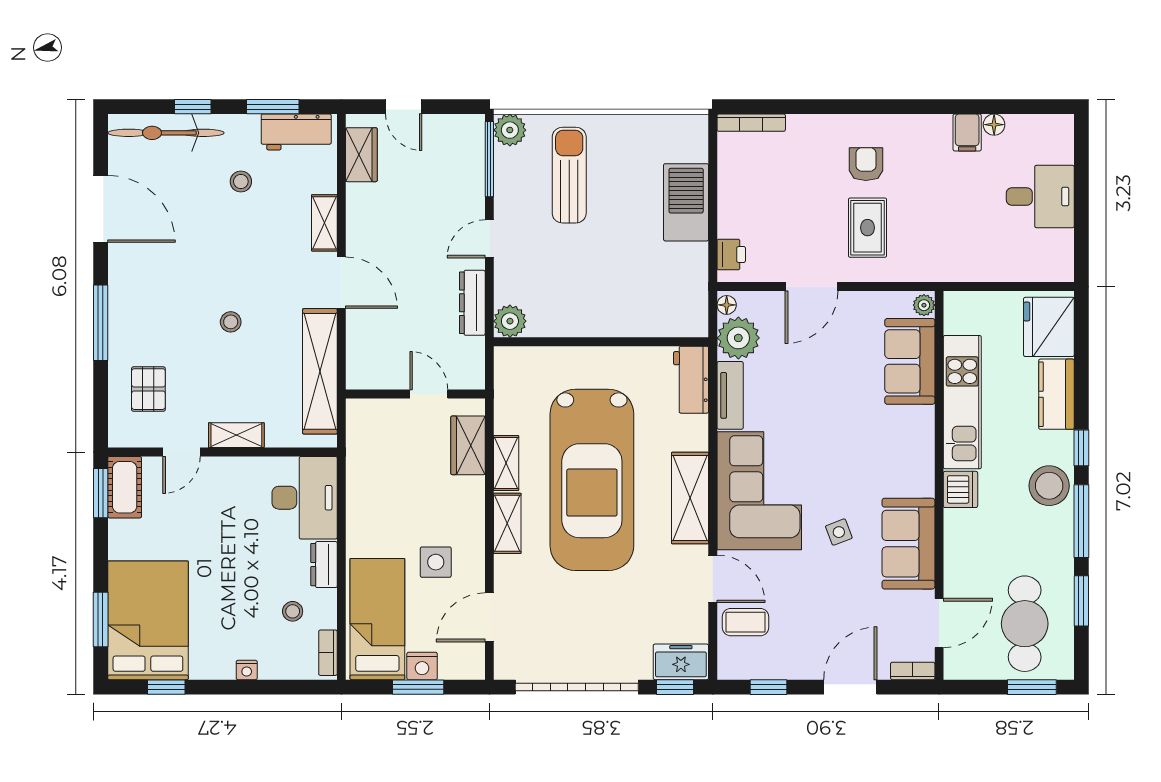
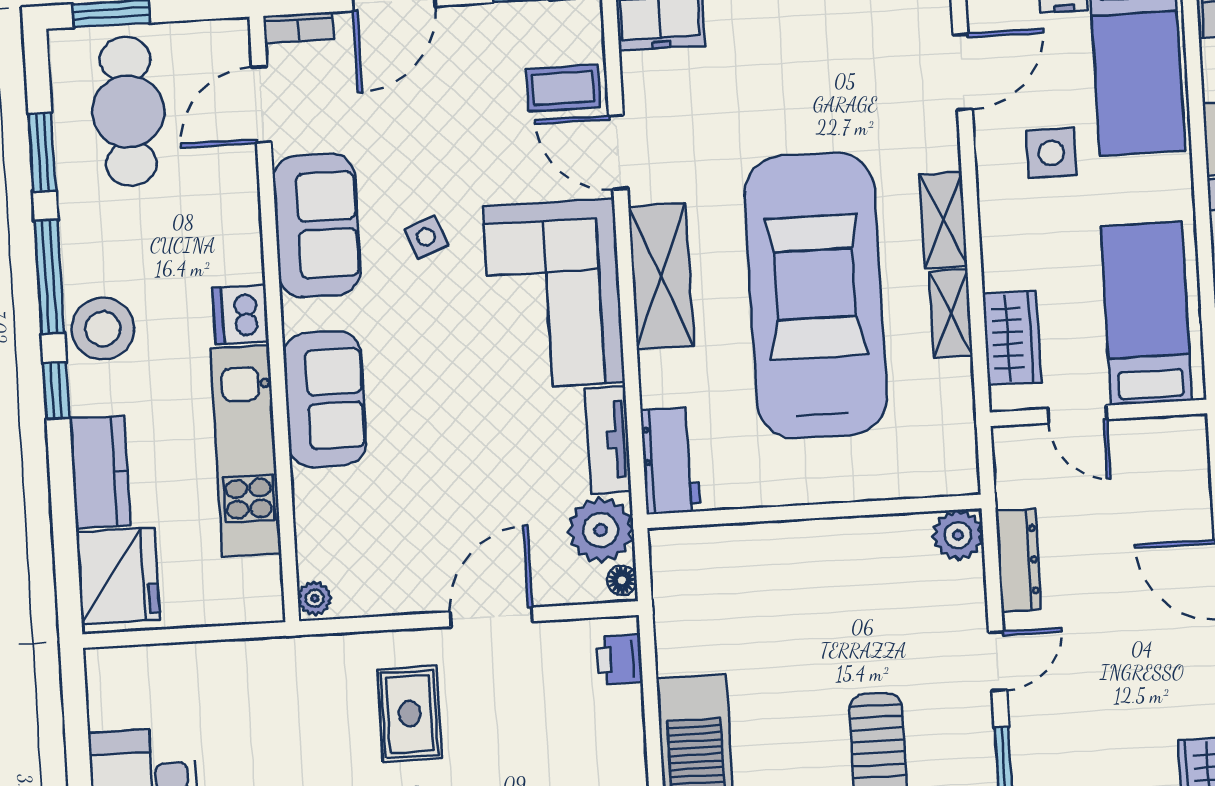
sofa: (910, 361) -> (325, 399), moved
bed: (381, 456) -> (1147, 313), added

